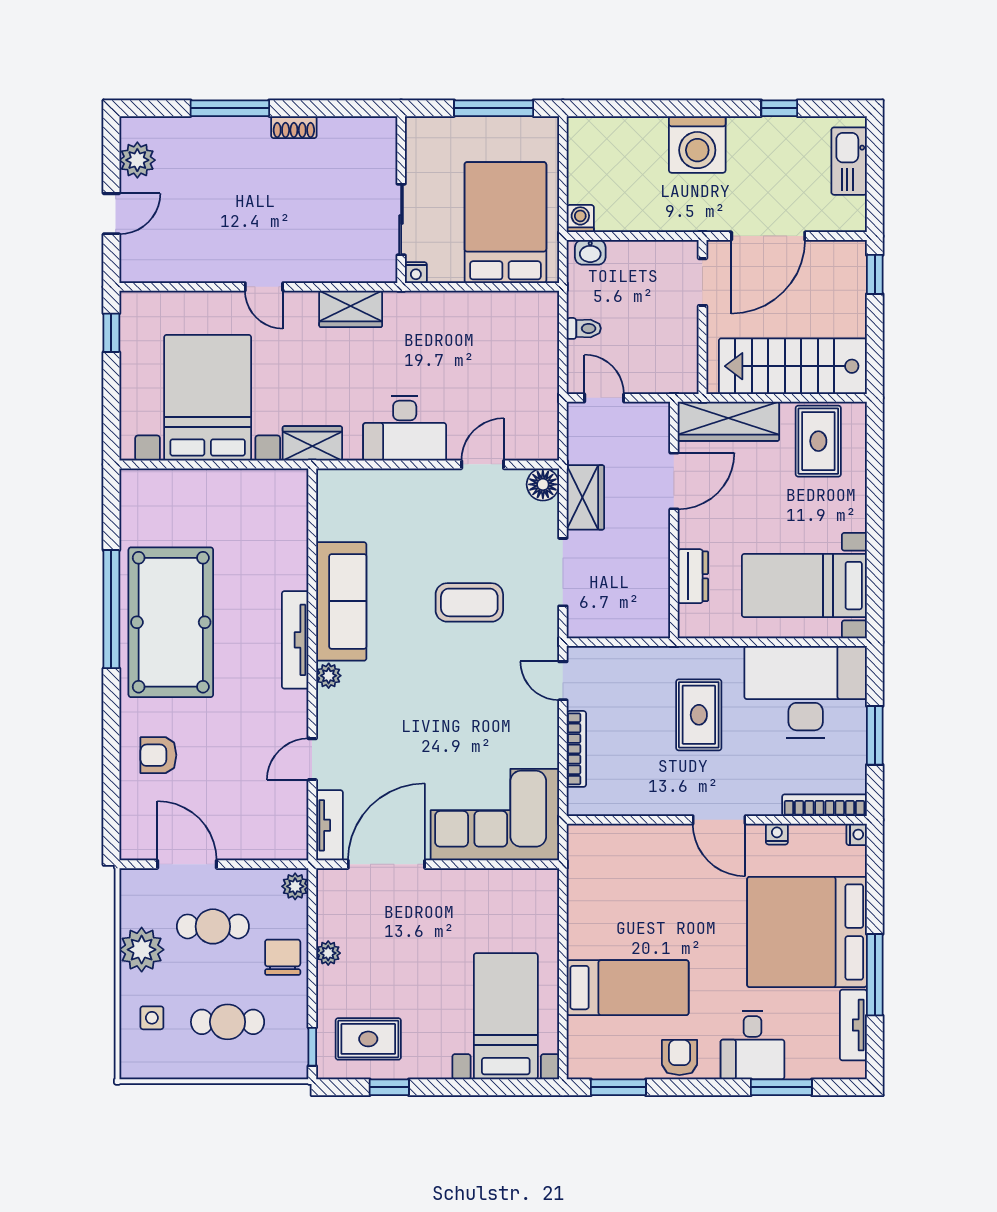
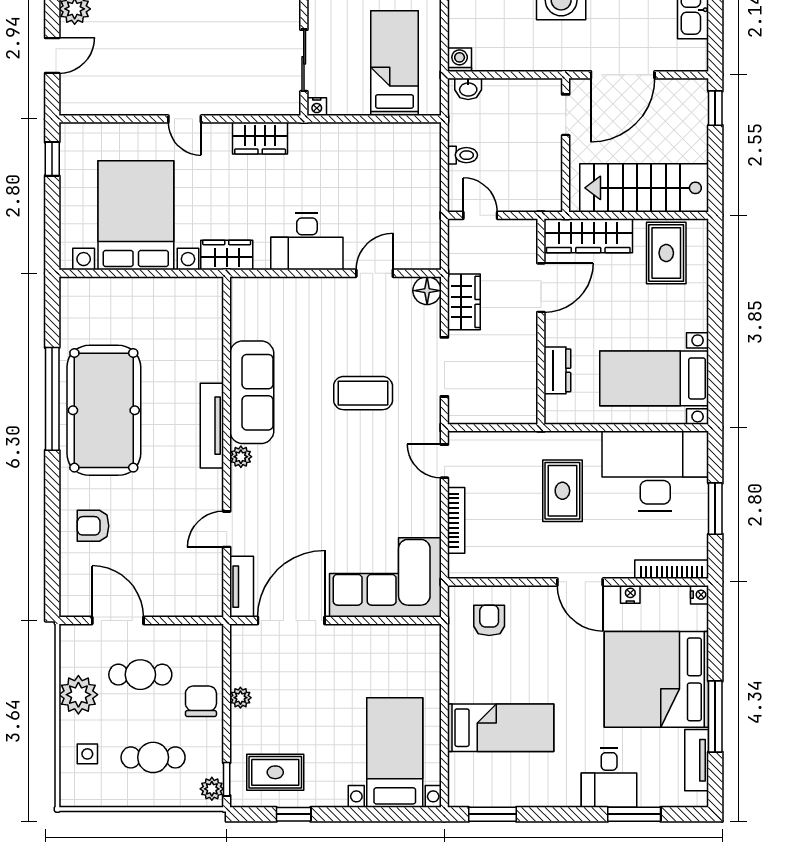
bed: (505, 223) -> (394, 63), width x0.67
plant: (295, 886) -> (212, 789), moved
armchair: (680, 1057) -> (489, 620), moved

